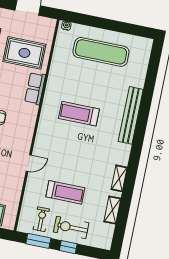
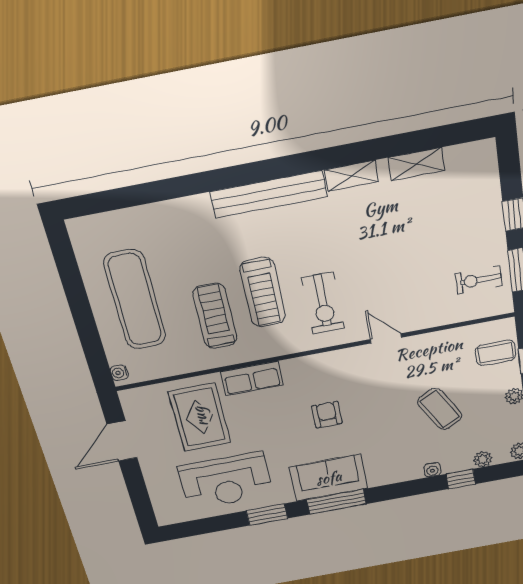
bench: (131, 115) -> (269, 194), moved
treadmill: (65, 192) -> (215, 316), moved
exercise bike: (71, 227) -> (323, 303), moved

